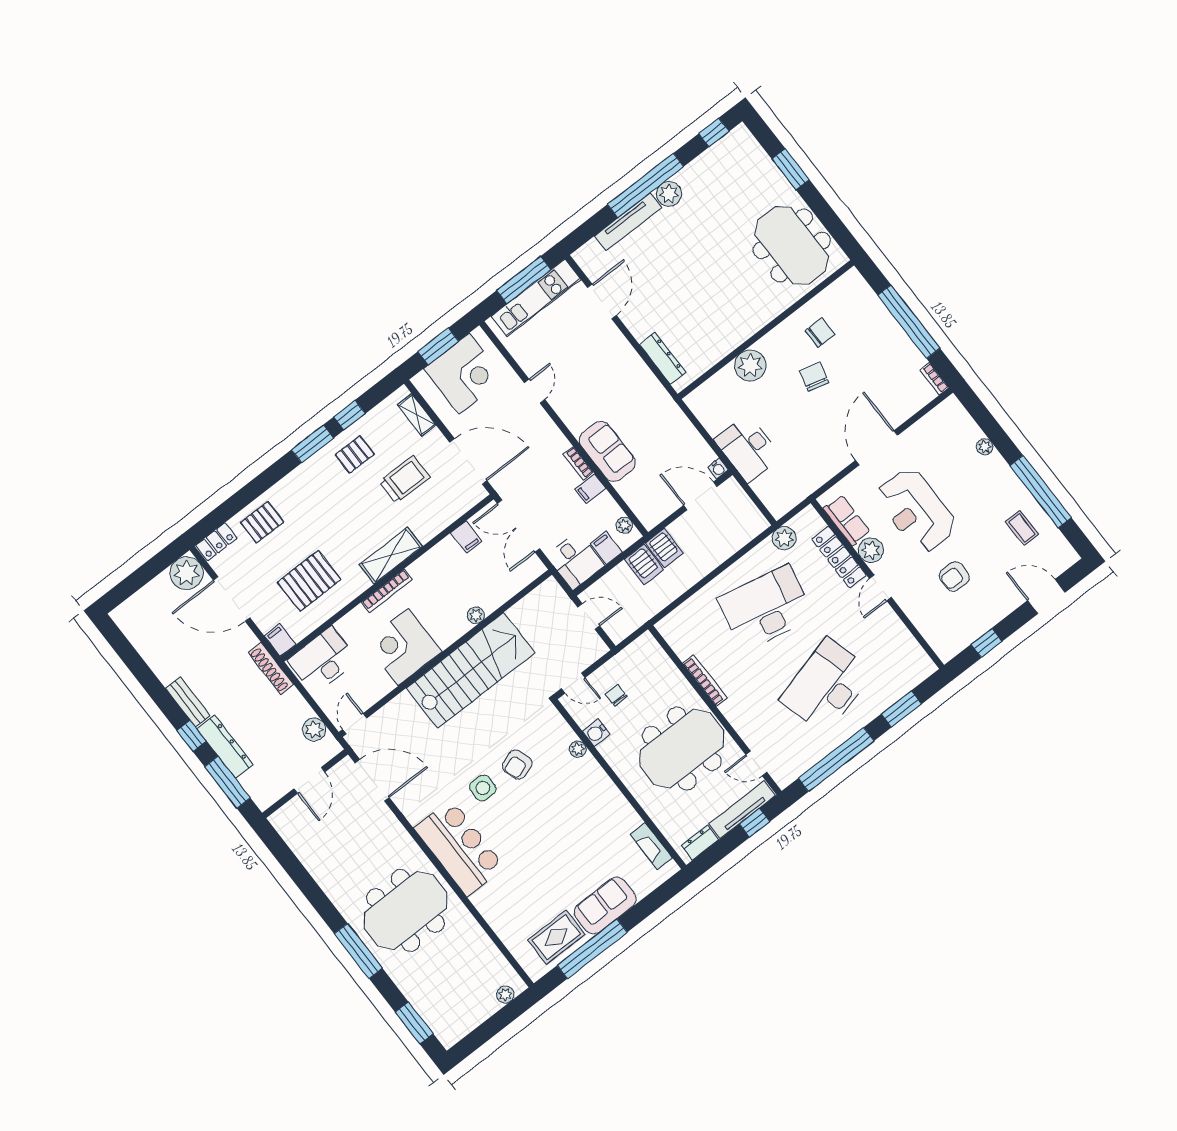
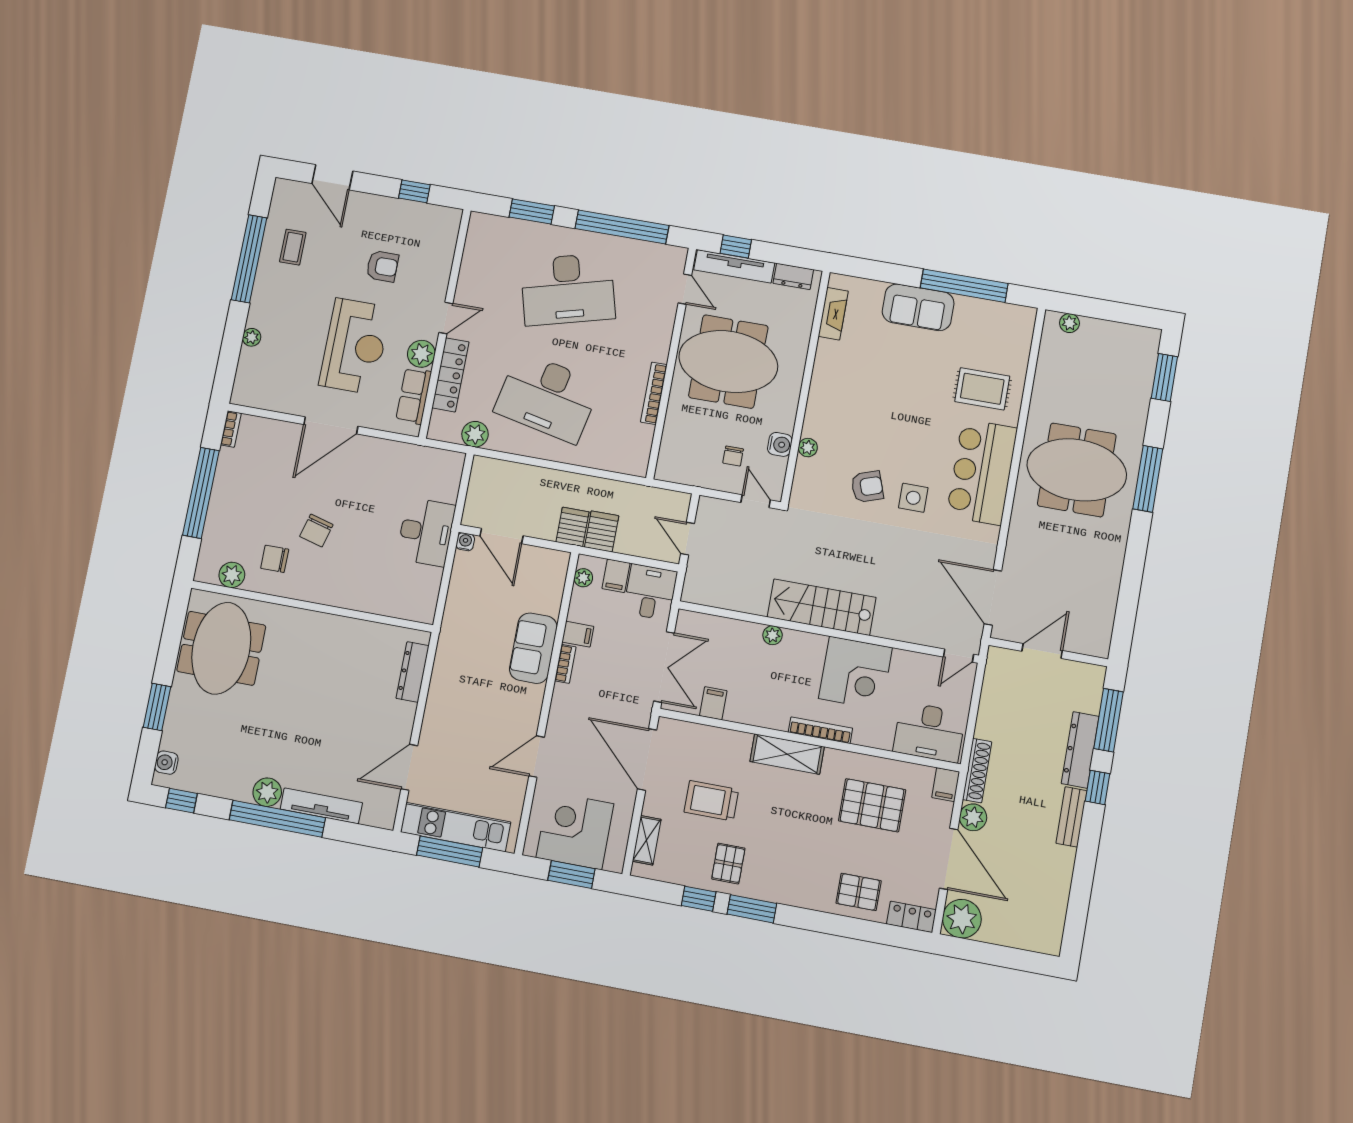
water cooler: (748, 144) -> (166, 763), added
plant: (750, 366) -> (232, 575), moved, width x0.73, depth x0.73
door: (535, 391) -> (537, 757), width x1.38
pallet: (355, 454) -> (728, 864), turned 90
stairs: (471, 670) -> (822, 607), width x0.73, depth x0.66
plant: (314, 730) -> (973, 817), moved
rug: (556, 937) -> (982, 389), moved

